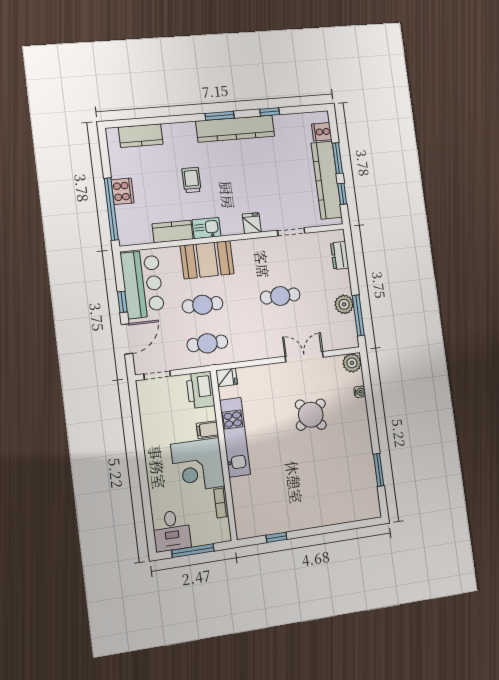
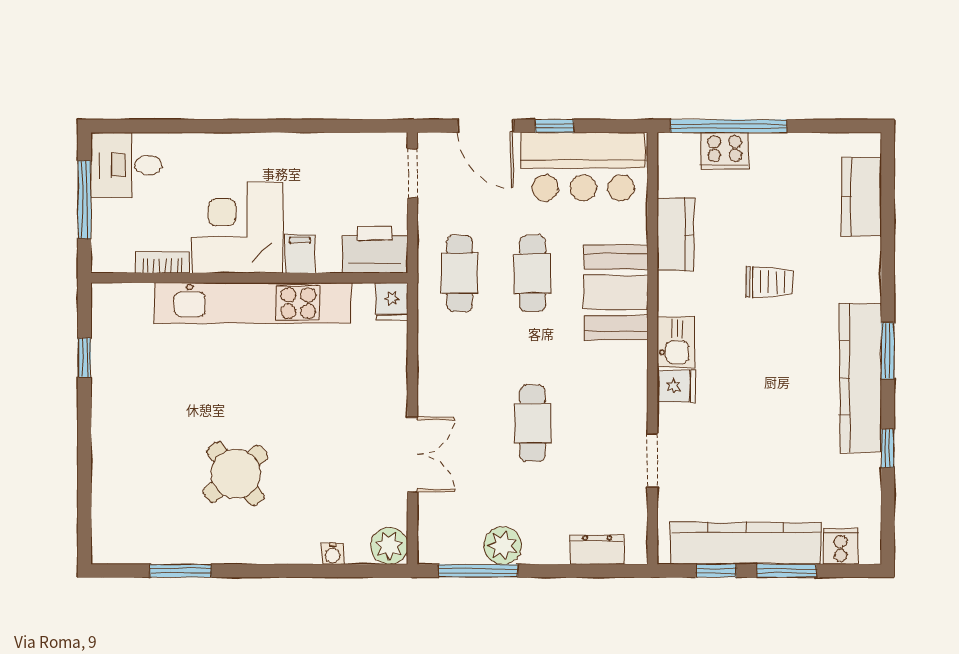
cooker: (123, 191) -> (725, 151), moved
kitchen sink: (206, 228) -> (676, 342), moved
round table: (311, 415) -> (236, 474), moved
kitchen unit: (235, 437) -> (253, 303), width x1.36

